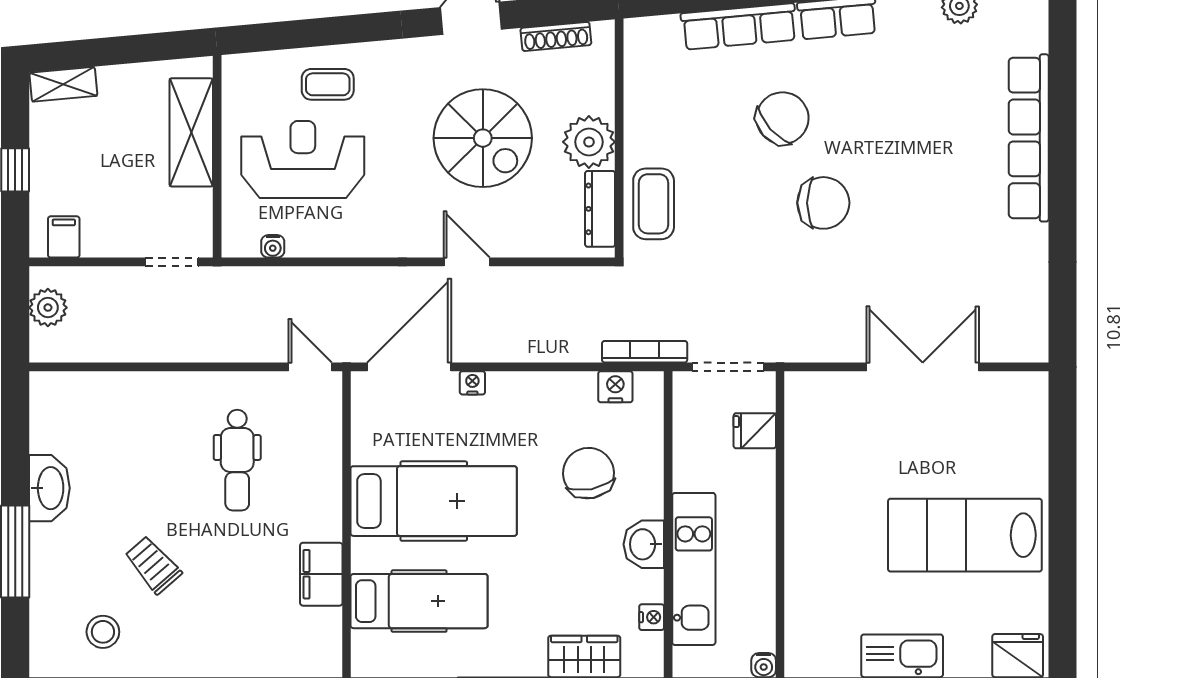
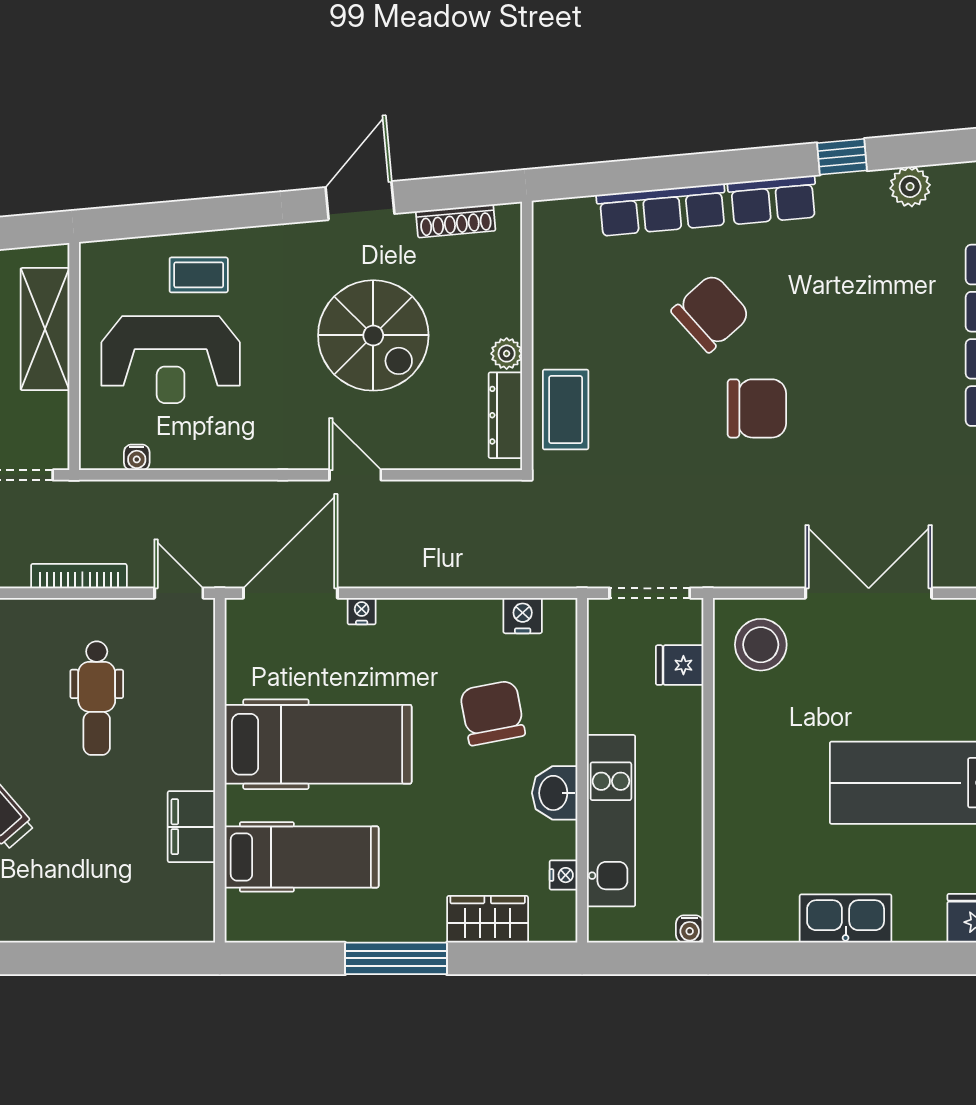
plant: (589, 142) -> (507, 354), width x0.53, depth x0.53
reception desk: (303, 160) -> (171, 360), turned 180
bookcase: (645, 352) -> (79, 576), moved
stool: (827, 413) -> (761, 645), added

